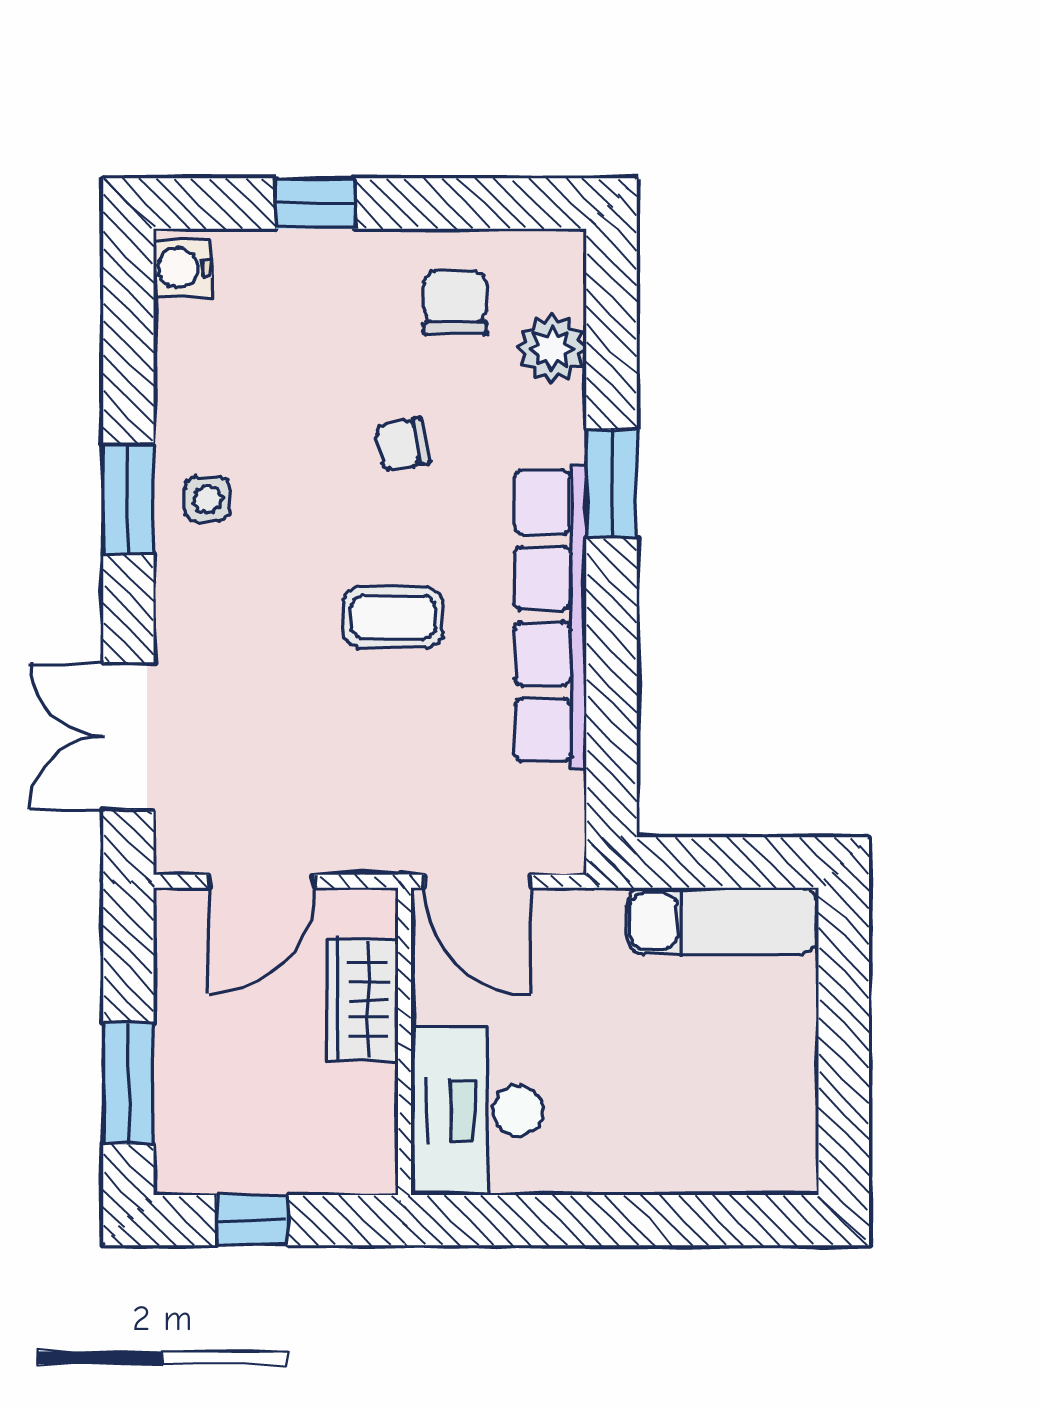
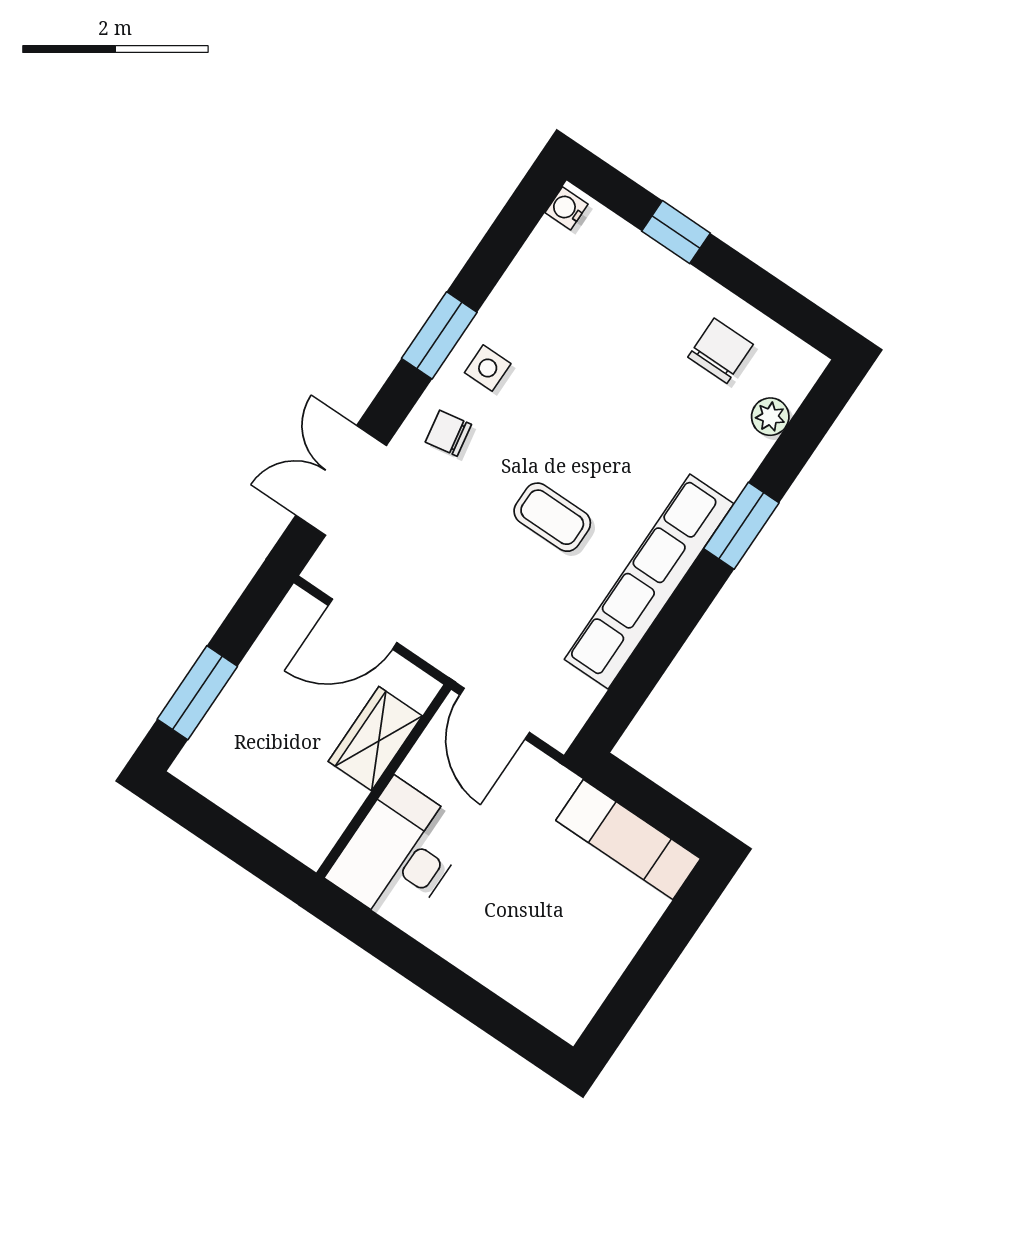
water cooler: (183, 268) -> (566, 208), width x0.72, depth x0.72
plant: (552, 348) -> (770, 417), width x0.73, depth x0.73
chair: (402, 444) -> (448, 433), moved
window: (252, 1220) -> (216, 827), removed

